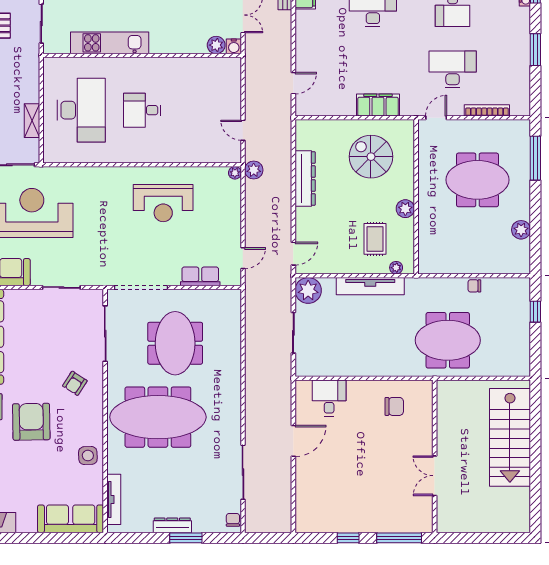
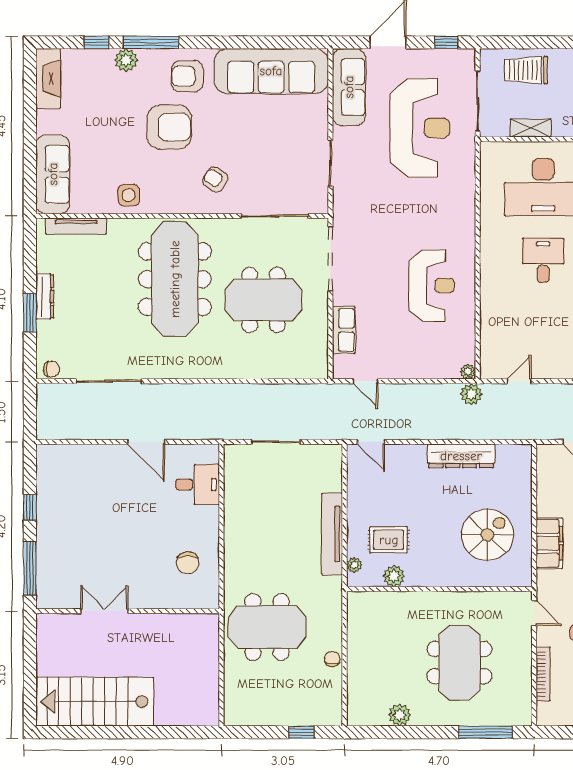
reception desk: (163, 203) -> (432, 286), turned 180
plant: (405, 209) -> (394, 576), moved
plant: (308, 290) -> (327, 459), removed
meeting table: (448, 340) -> (267, 627), turned 90
stairs: (510, 437) -> (95, 702), moved

